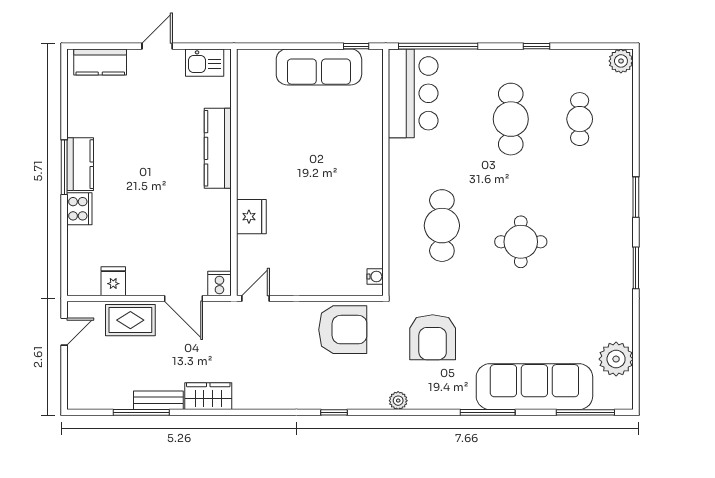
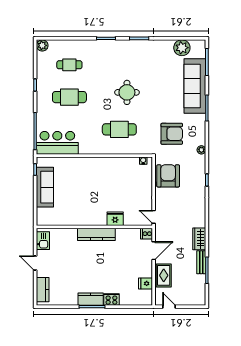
kitchen counter: (218, 148) -> (96, 234), moved

